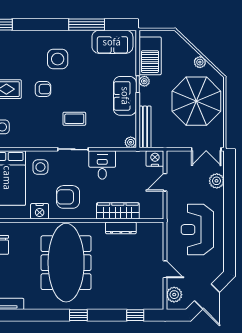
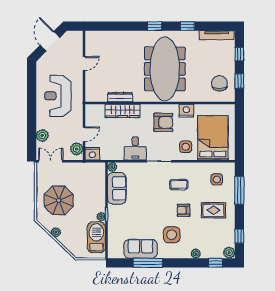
plant: (28, 36) -> (196, 254), added
sofa: (112, 42) -> (141, 249), moved
sofa: (125, 96) -> (117, 188), moved
parasol: (196, 101) -> (59, 200), width x0.73, depth x0.73
coffee table: (74, 119) -> (179, 184), moved
bench: (145, 127) -> (101, 179), removed
reception desk: (197, 230) -> (58, 96), turned 180
door: (165, 269) -> (84, 63), swing flipped
plant: (174, 295) -> (77, 149), moved
window: (135, 315) -> (187, 26), moved

